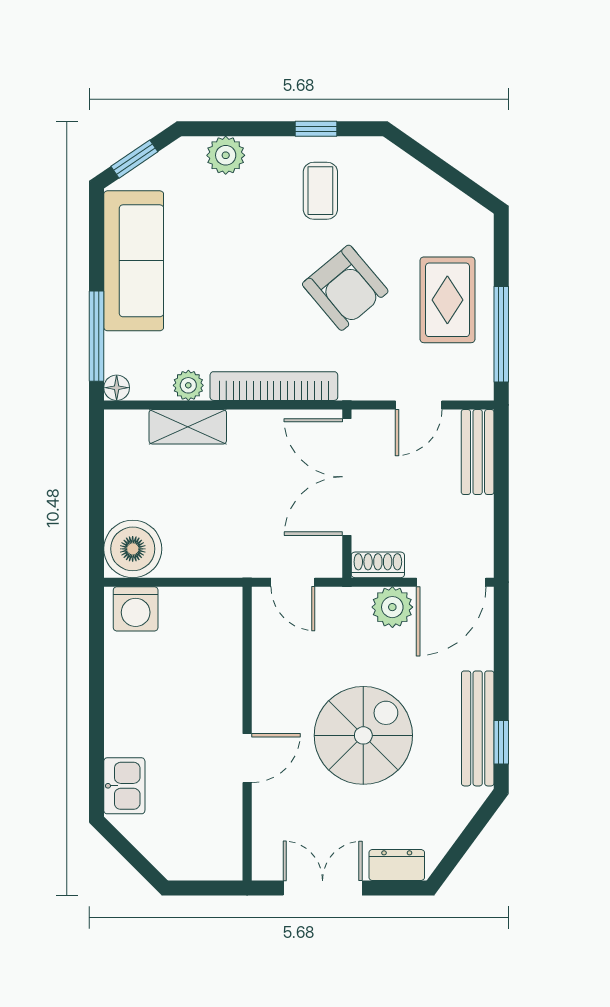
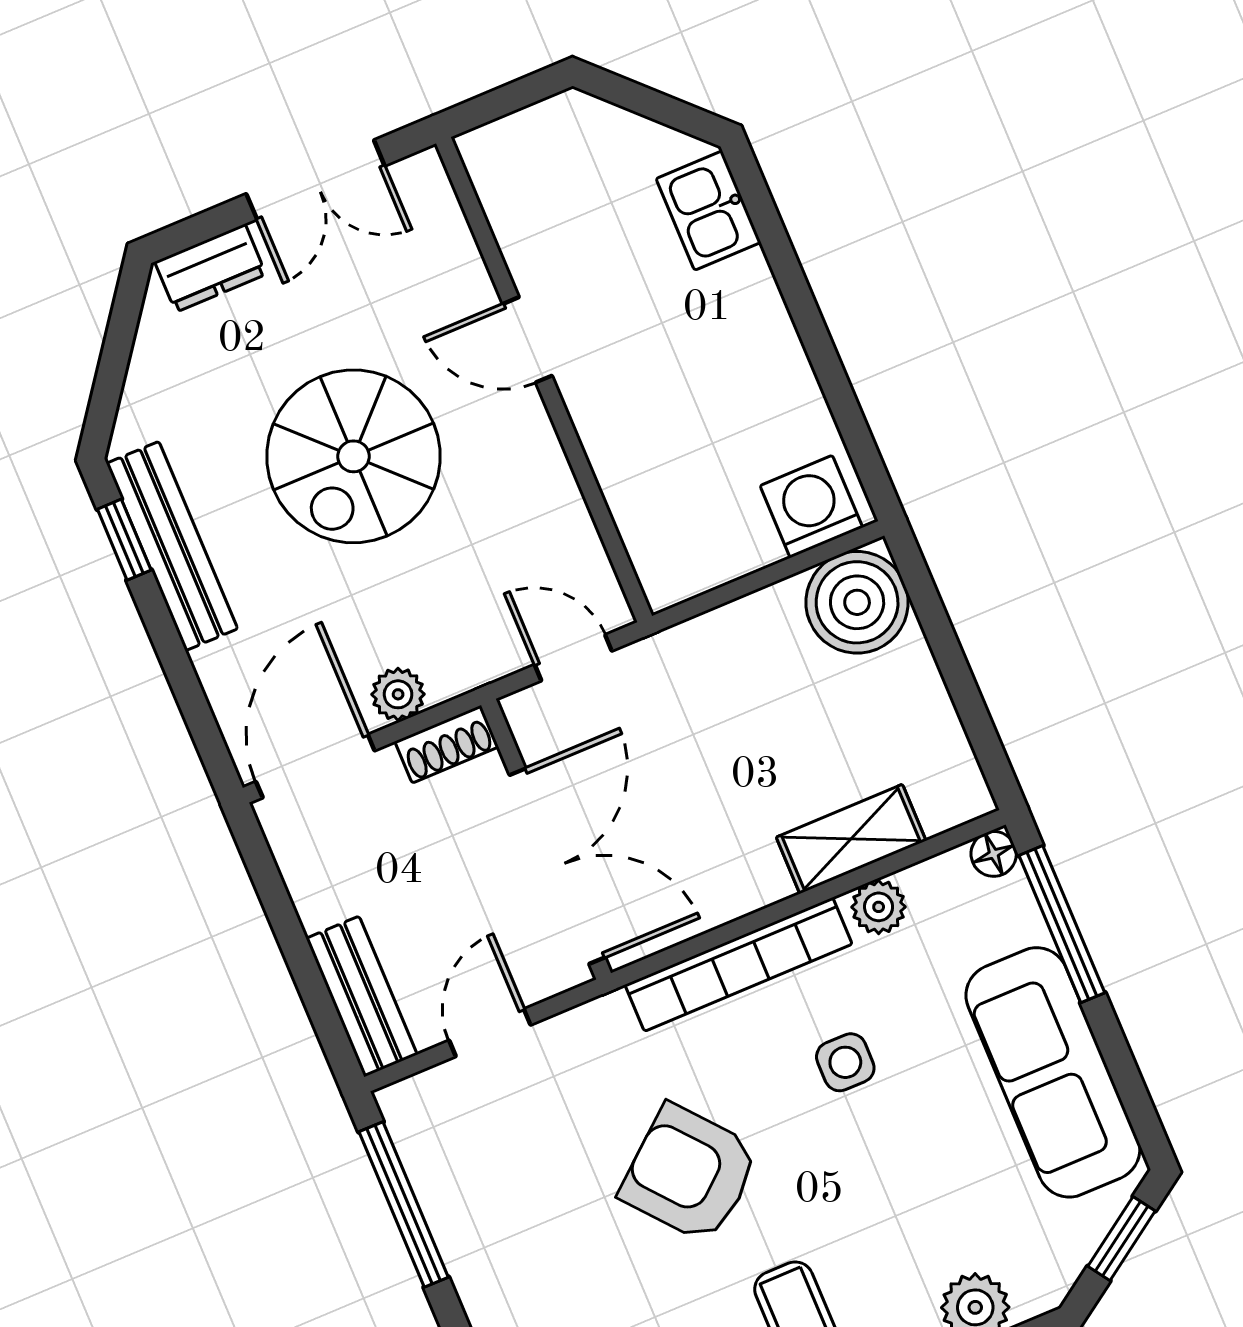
rug: (447, 300) -> (515, 1224), removed
side table: (240, 312) -> (845, 1062), added
plant: (392, 607) -> (398, 694), width x0.73, depth x0.73
door: (247, 758) -> (527, 340), hinge flipped

